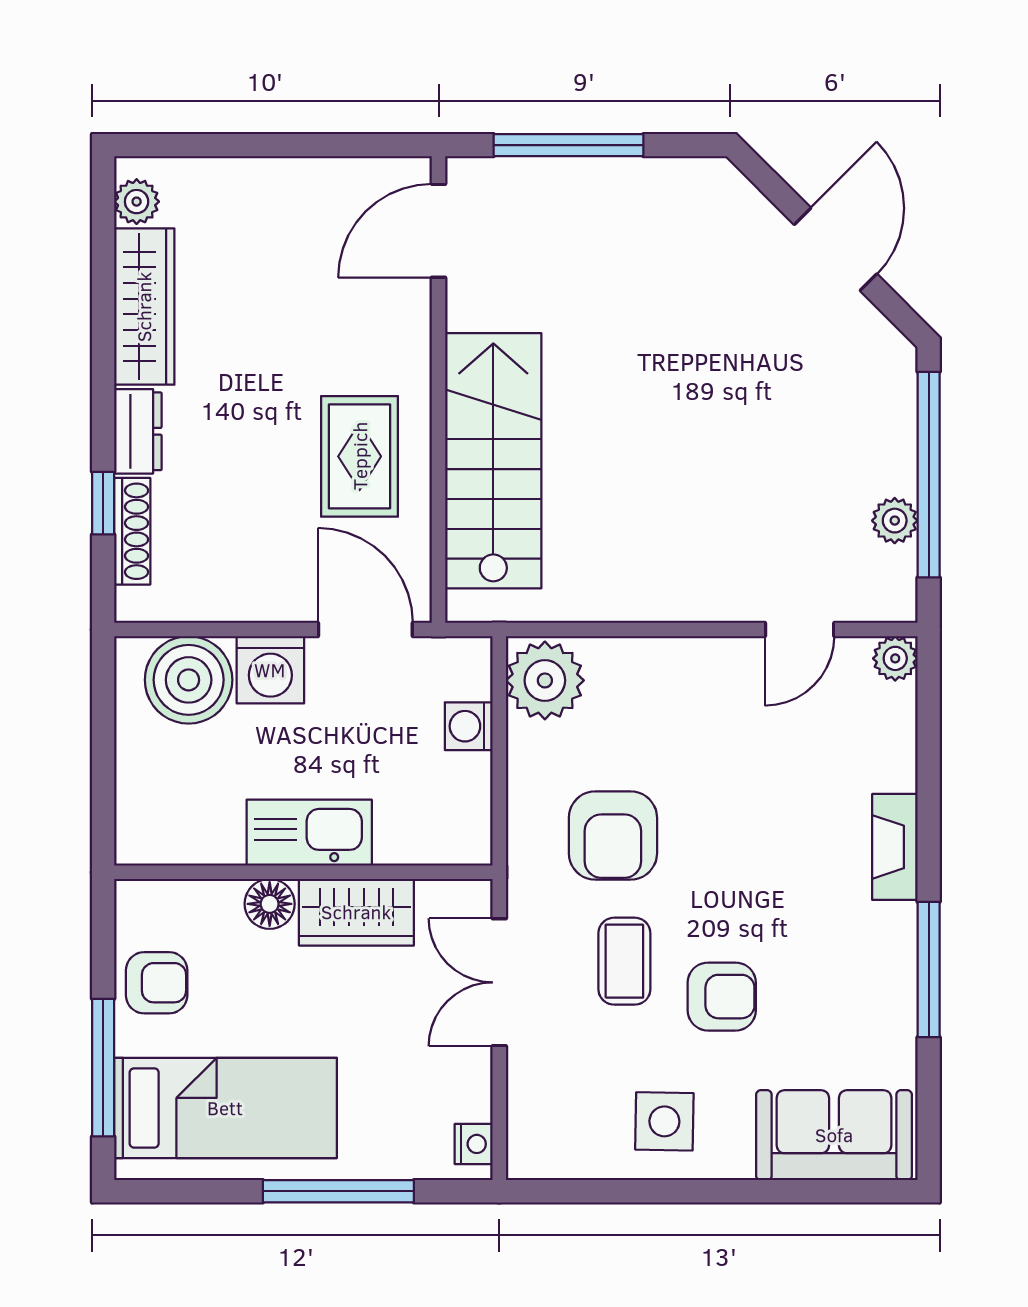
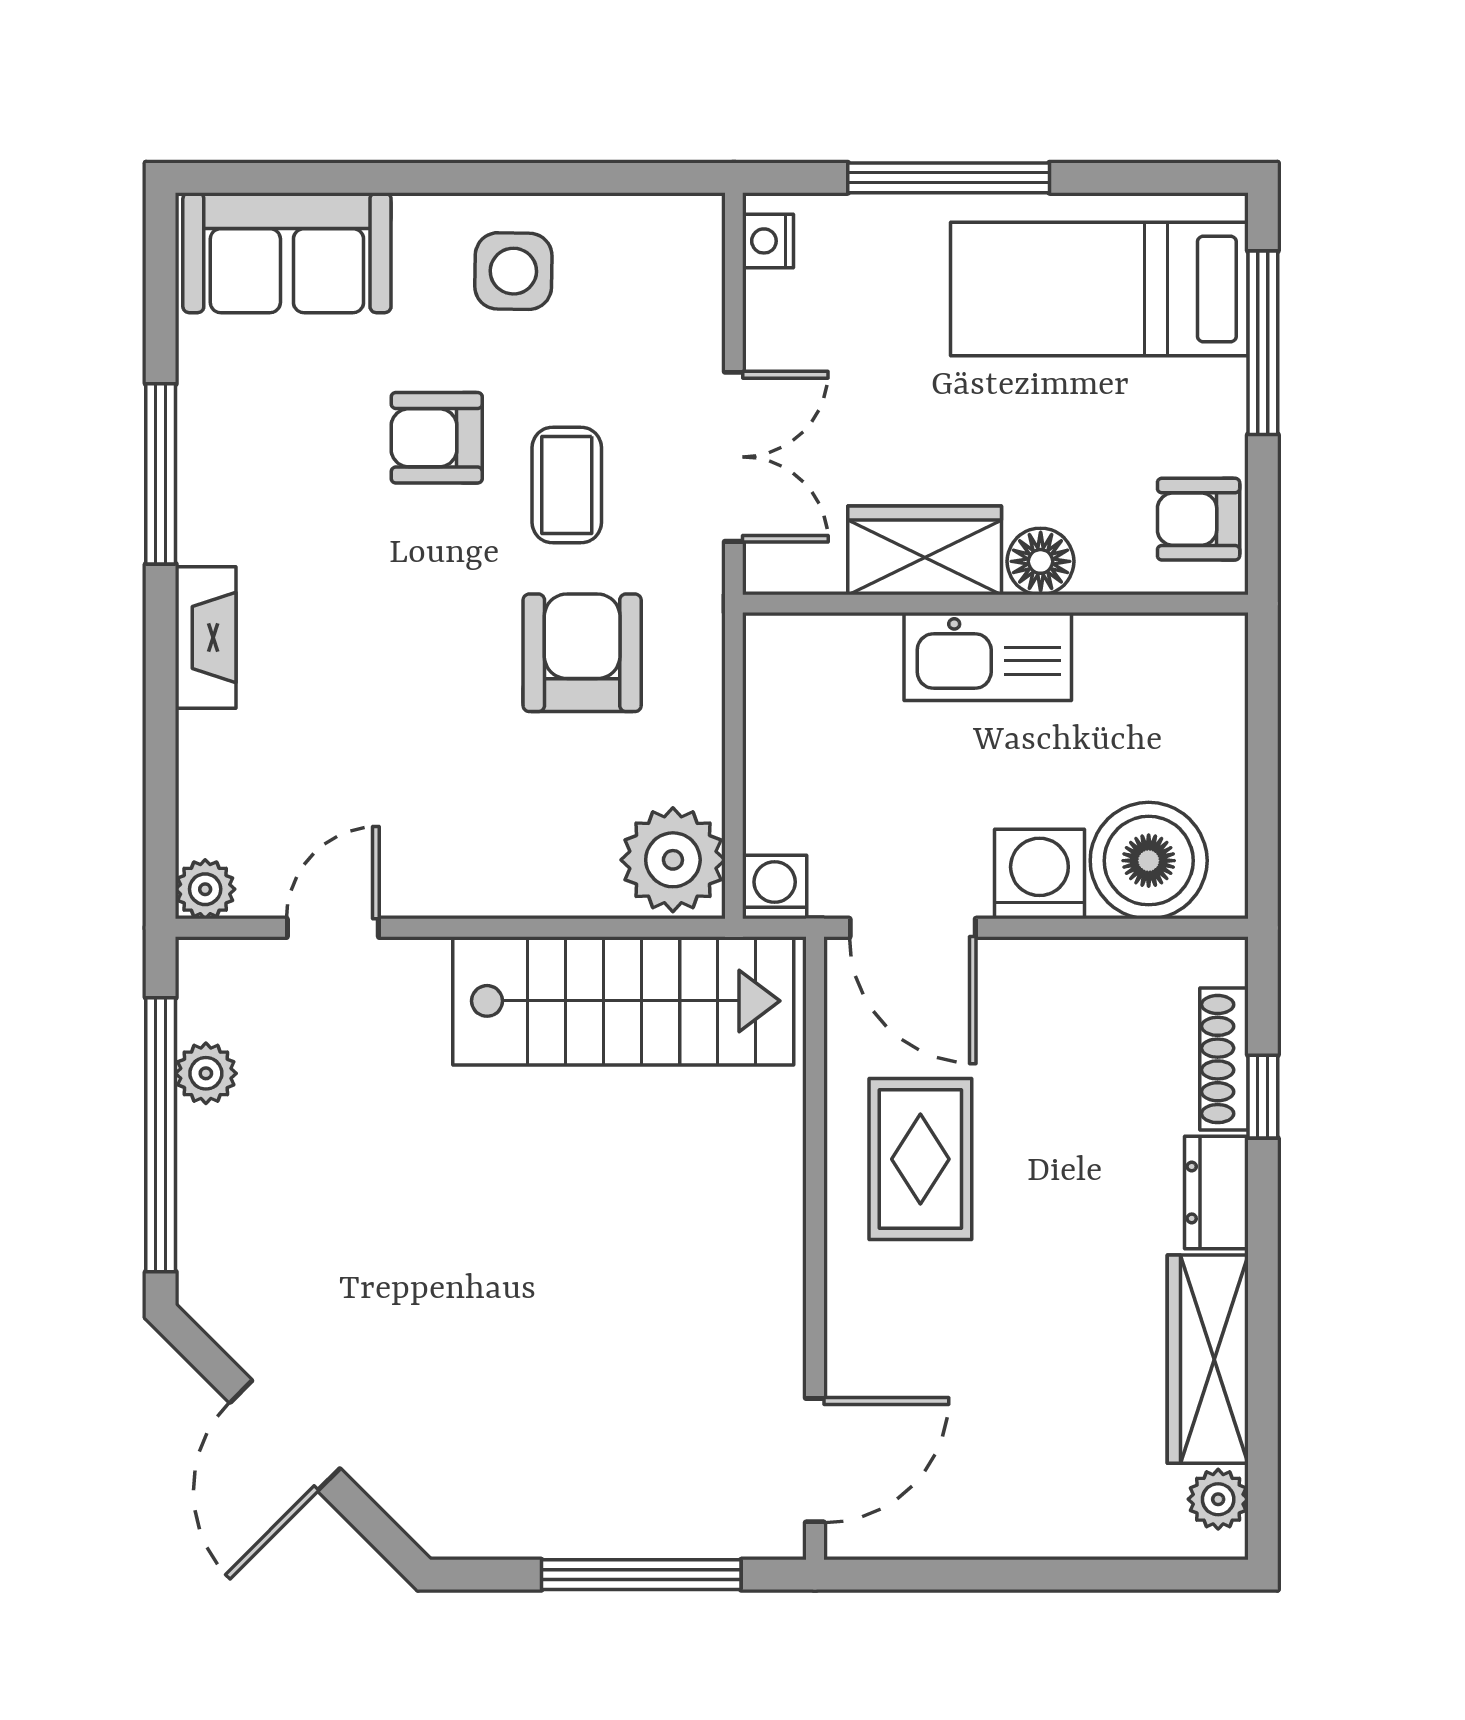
stairs: (493, 461) -> (623, 1001), moved, turned -90
washing machine: (469, 726) -> (775, 887), moved, turned -90
armchair: (157, 983) -> (1199, 519), moved

